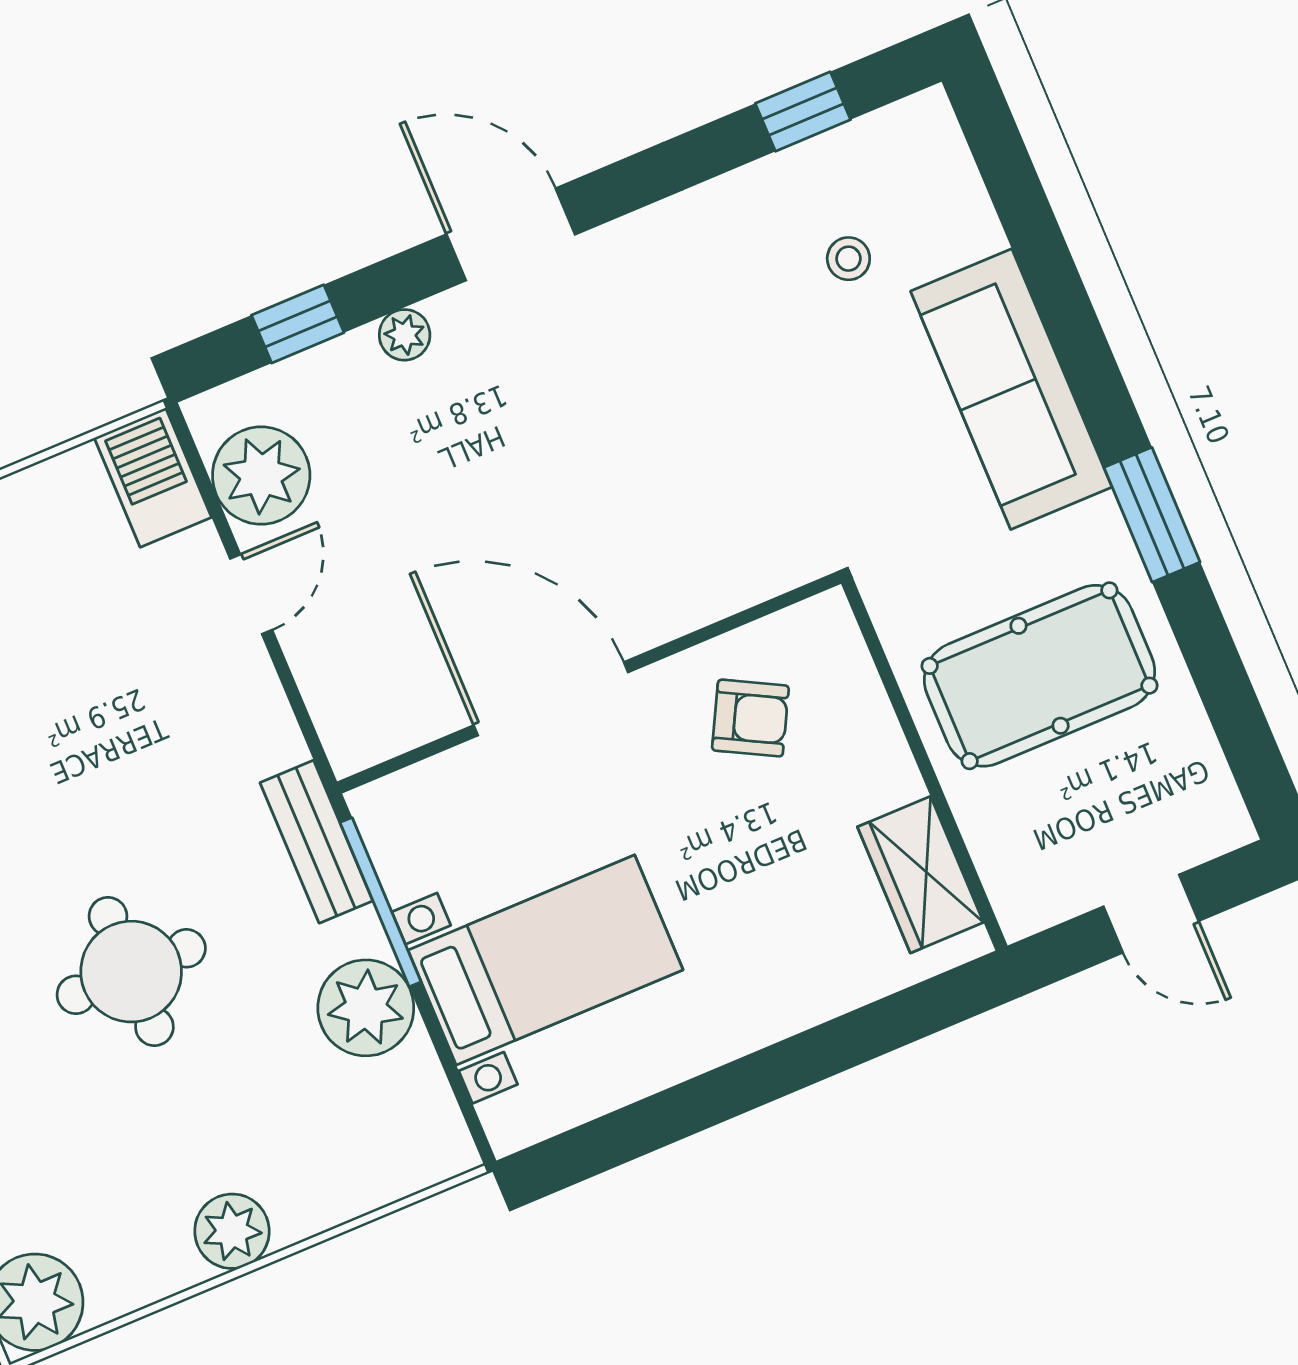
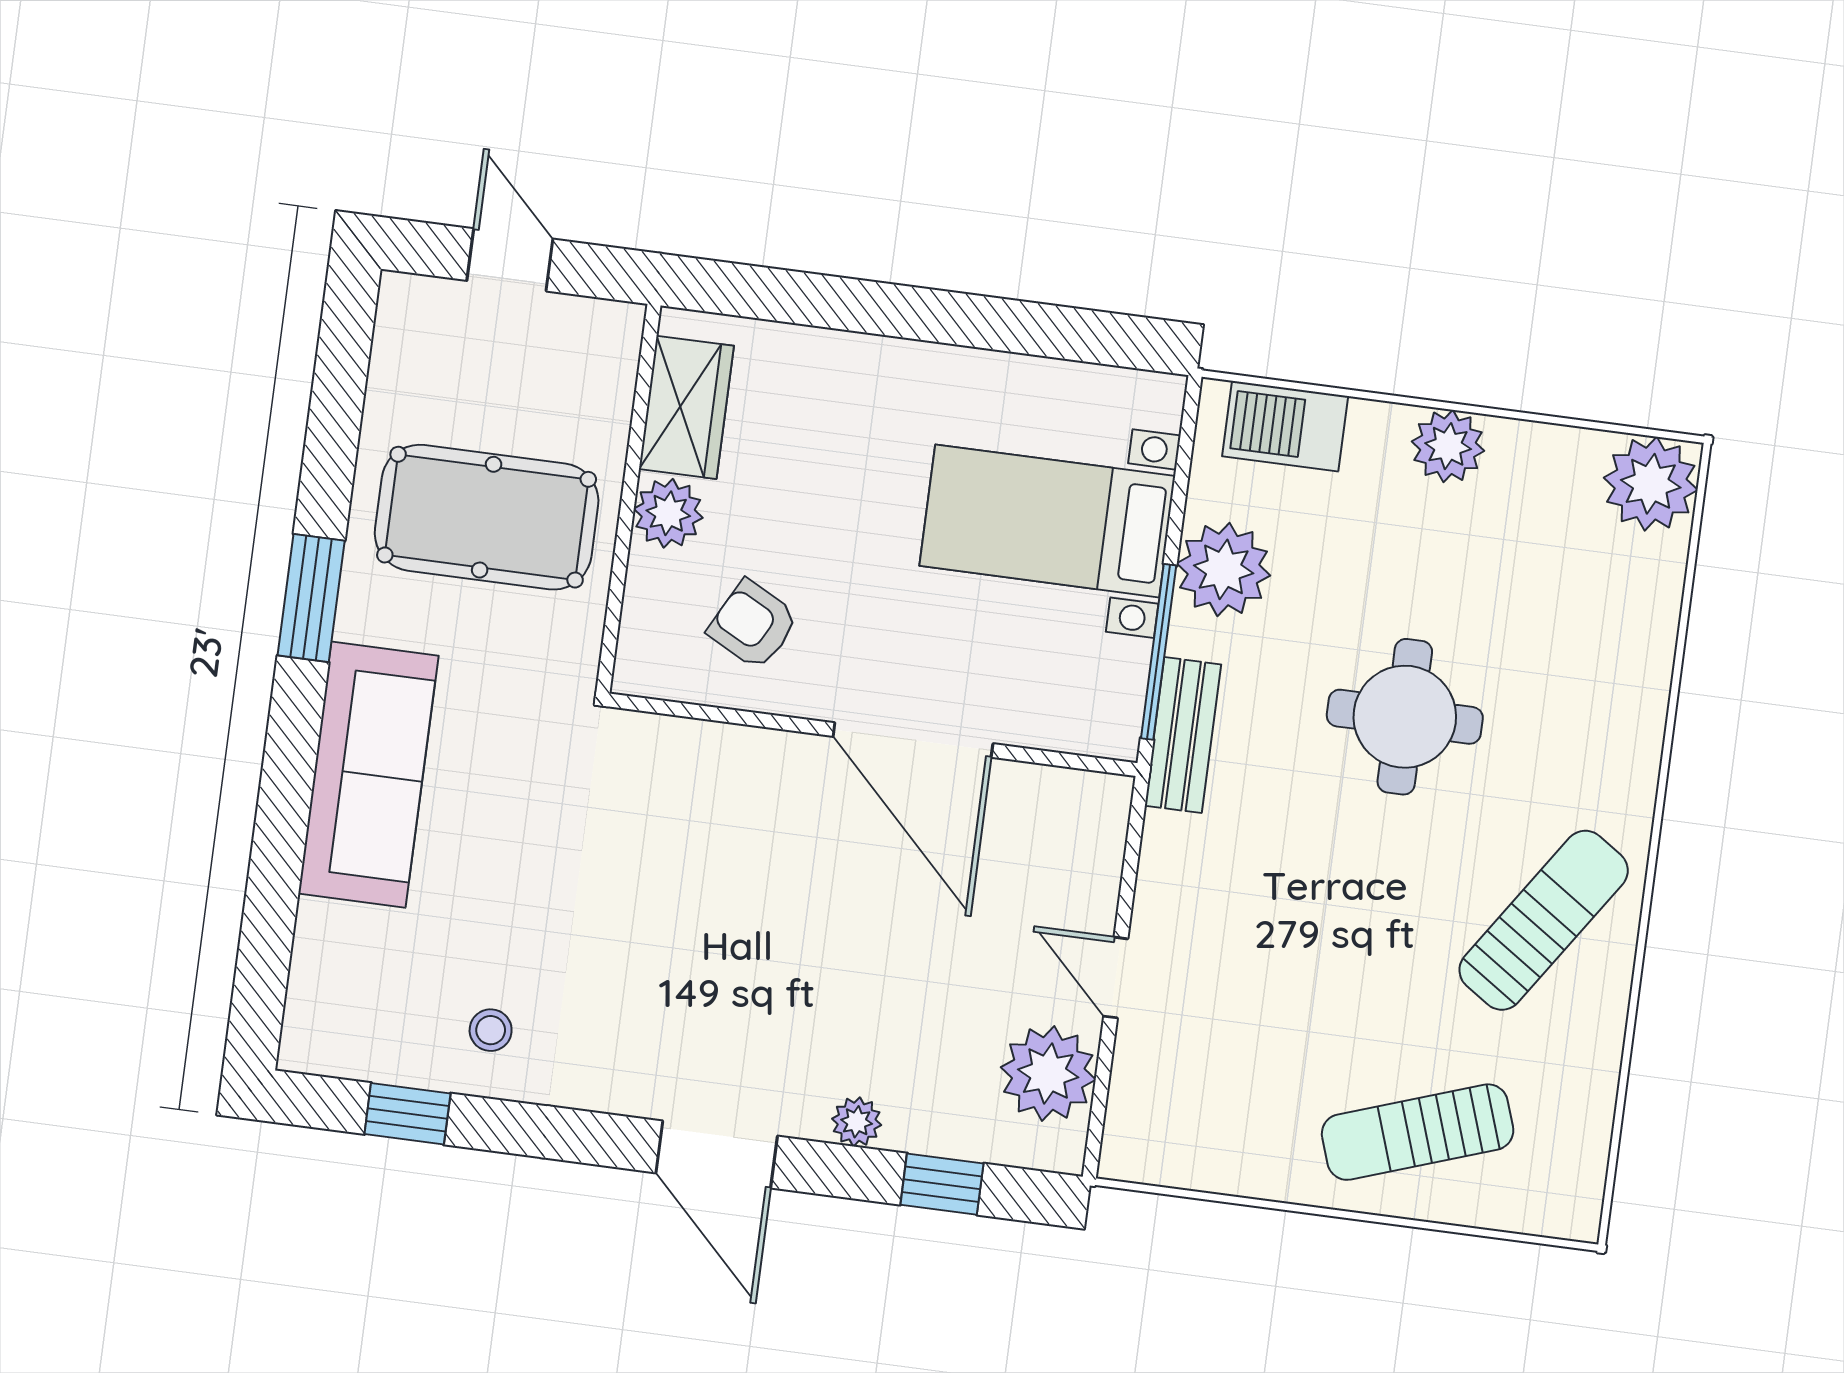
stool: (848, 259) -> (491, 1030), moved
barbecue: (153, 478) -> (1285, 426), moved, turned 90
door: (251, 594) -> (1116, 978), hinge flipped
plant: (882, 772) -> (668, 513), added

